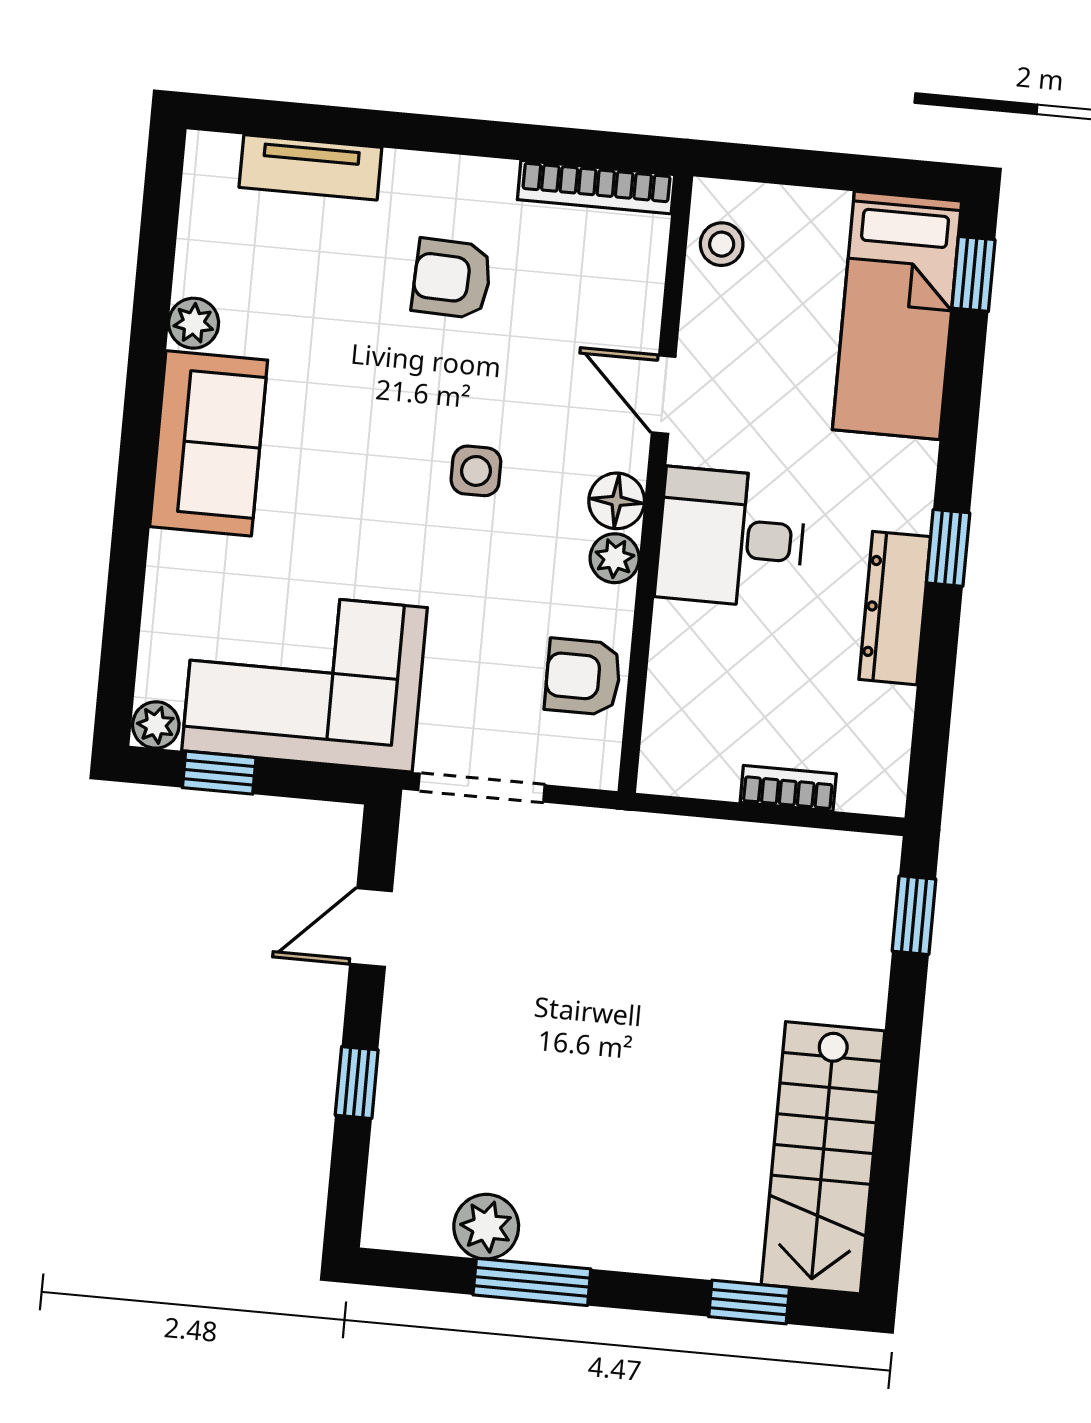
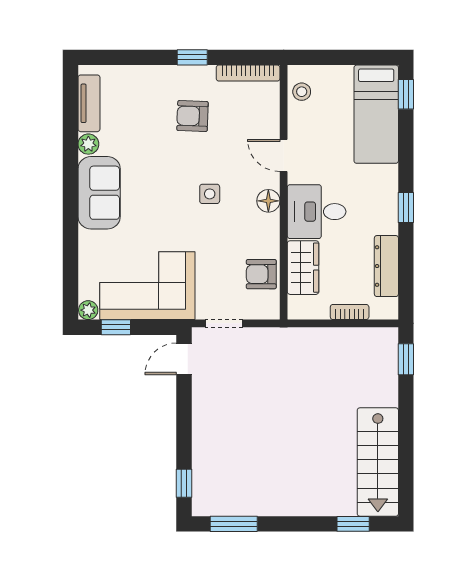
window: (465, 137) -> (192, 57), added
tv unit: (310, 167) -> (89, 103), moved, turned -90
plant: (615, 558) -> (270, 224), removed
dresser: (895, 608) -> (386, 266), moved
wardrobe: (685, 670) -> (303, 268), added
doorway: (481, 788) -> (224, 323), width x0.73
door: (371, 928) -> (184, 359), moved
window: (357, 1083) -> (184, 483), moved
plant: (486, 1227) -> (243, 503), removed
window: (532, 1282) -> (234, 524), moved

